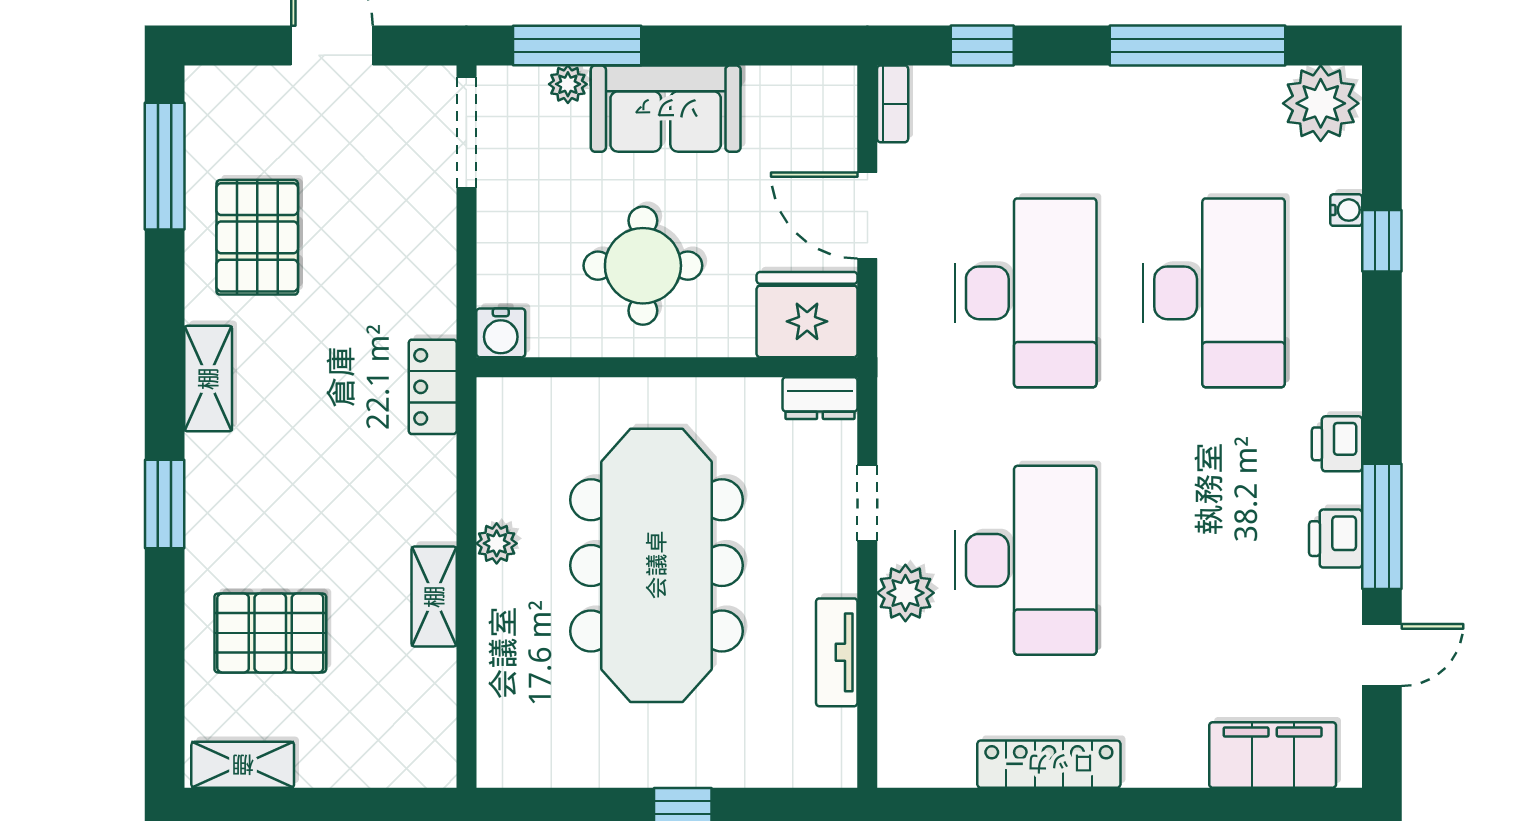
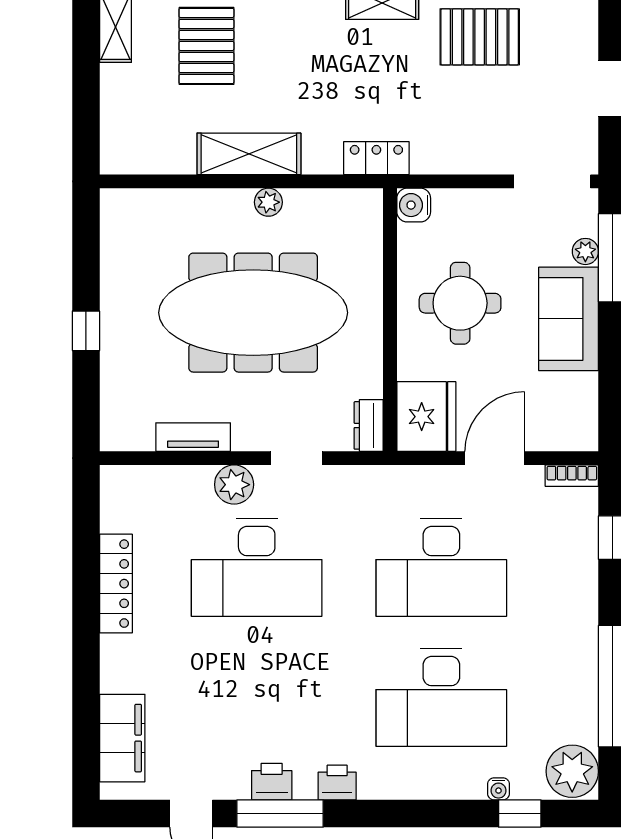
window: (1382, 241) -> (520, 814), moved
shelving: (434, 597) -> (249, 154), width x1.50, depth x1.33

